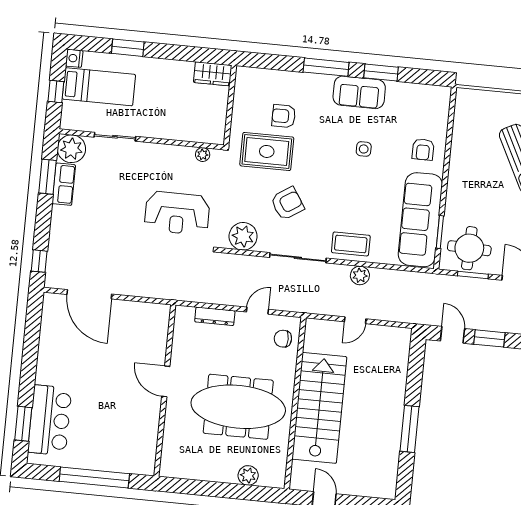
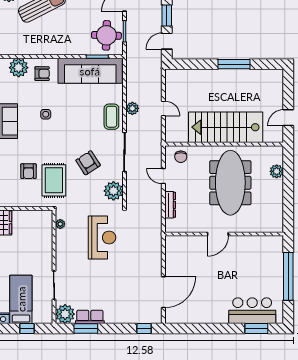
plant: (435, 116) -> (19, 68), added

